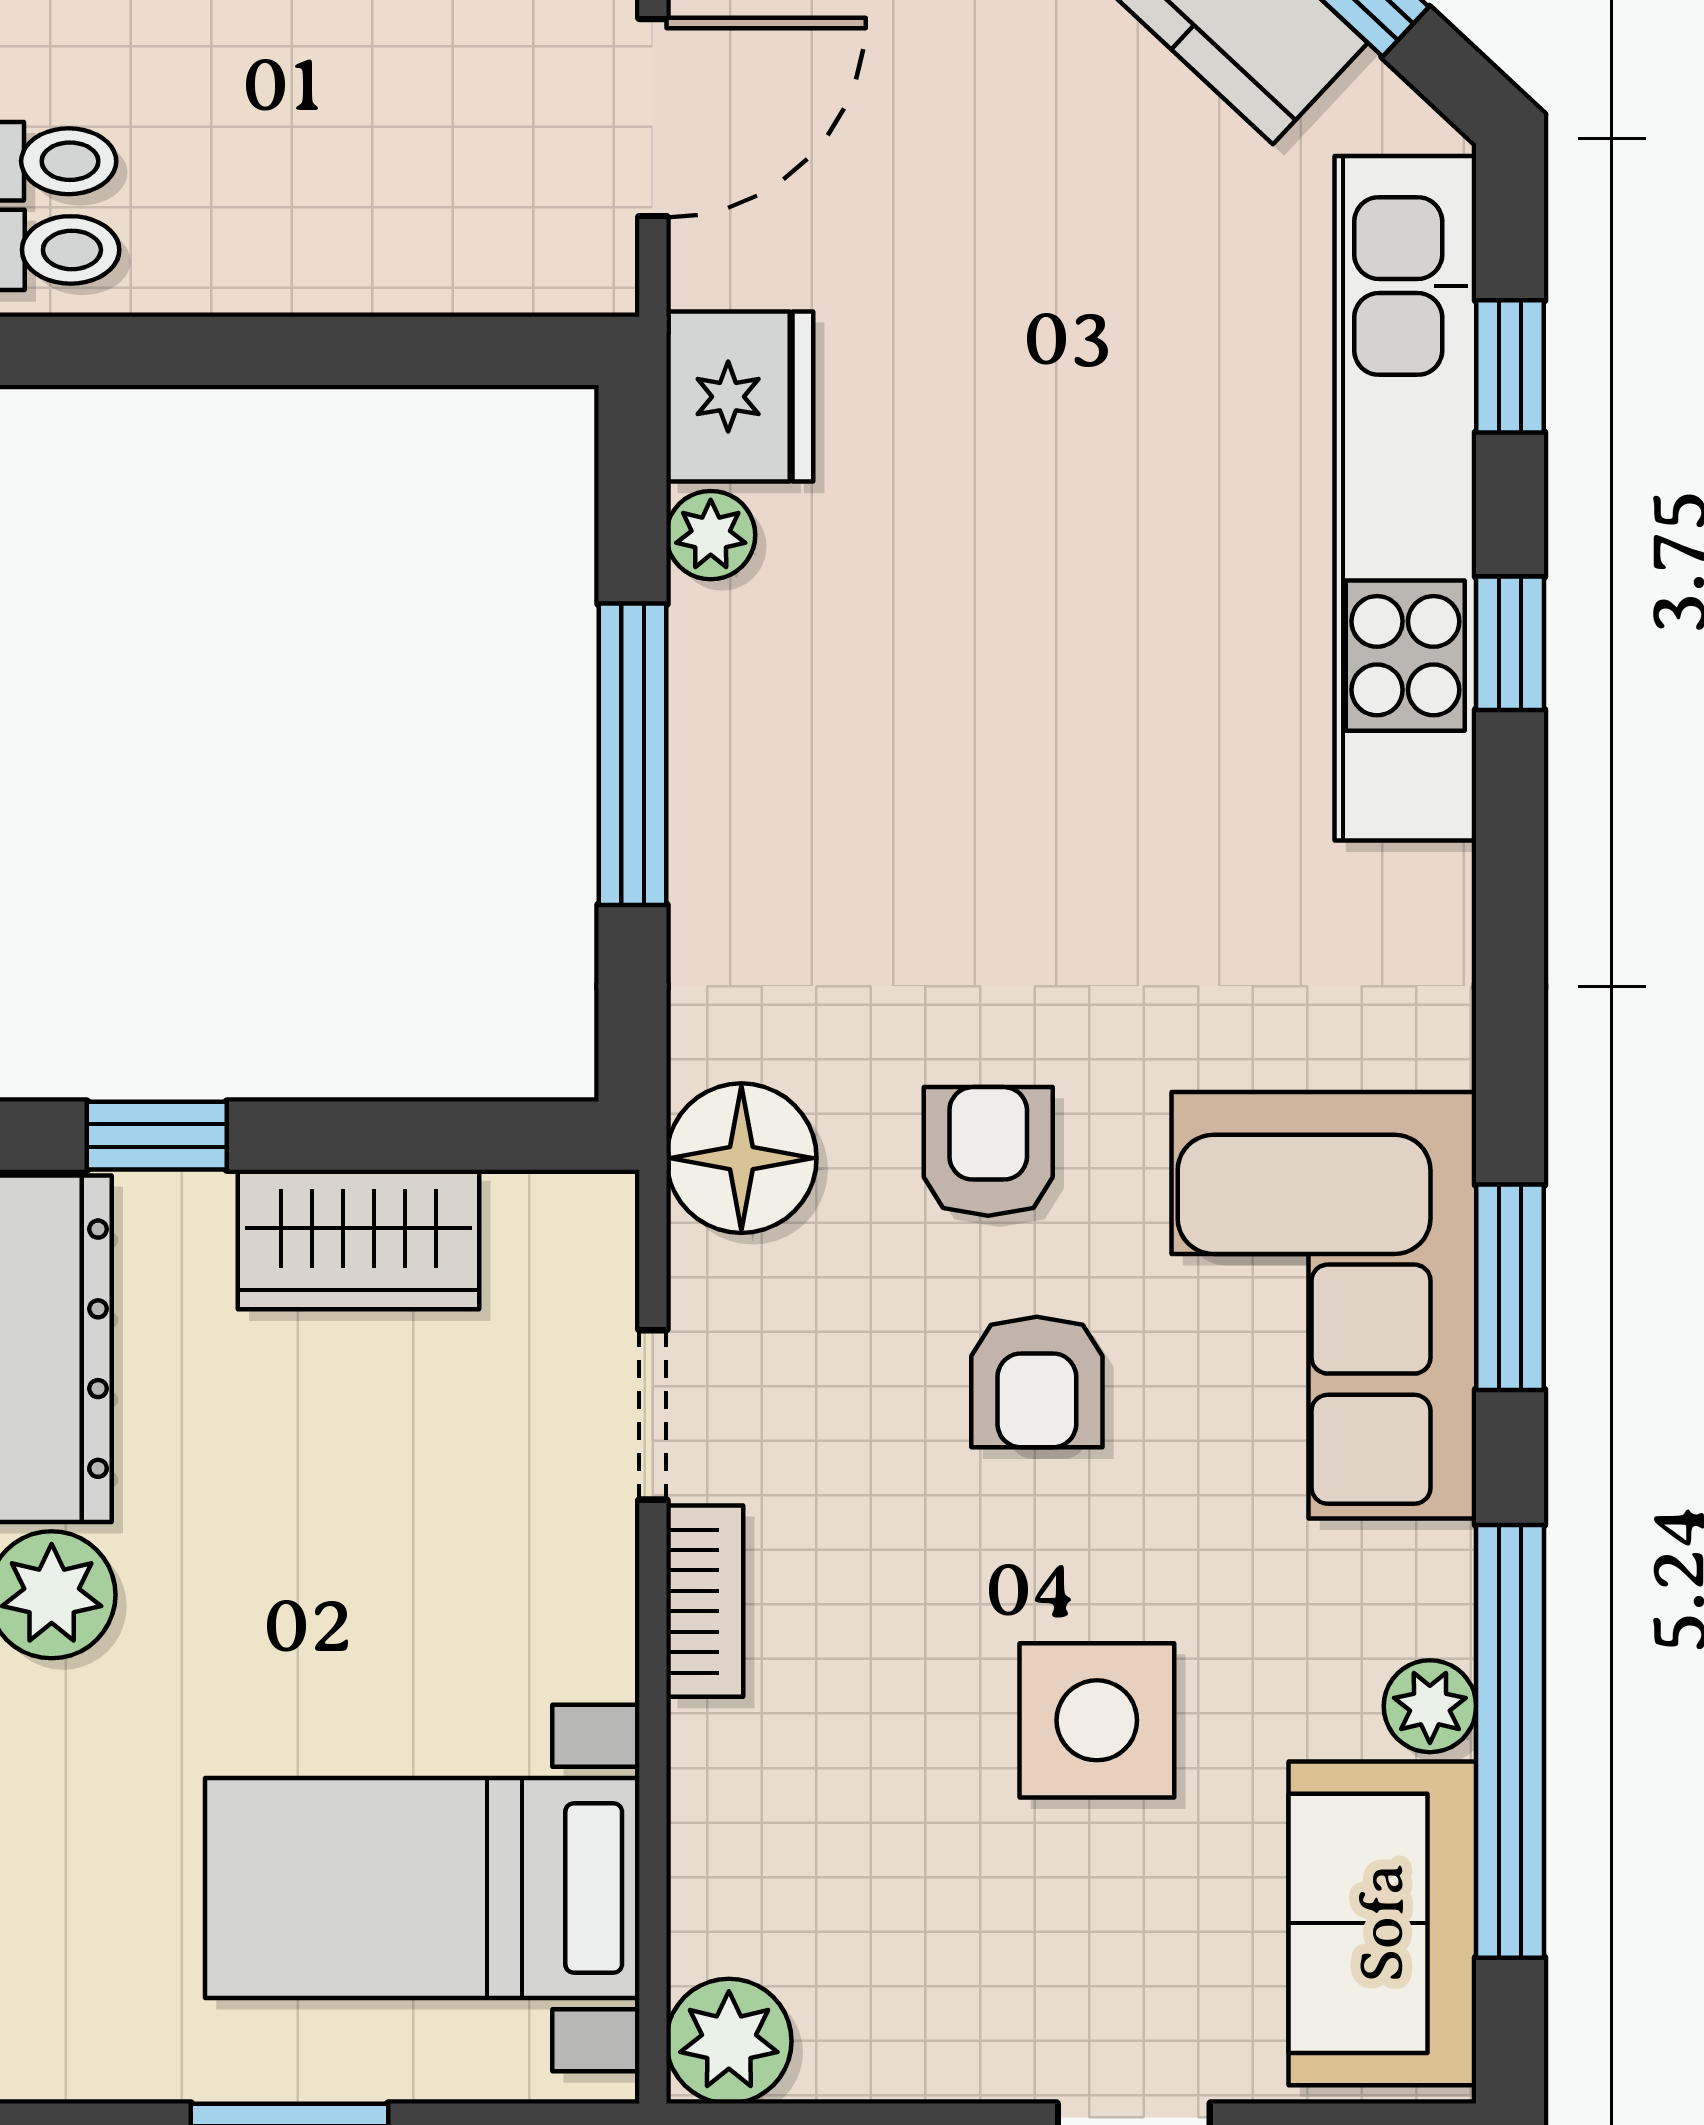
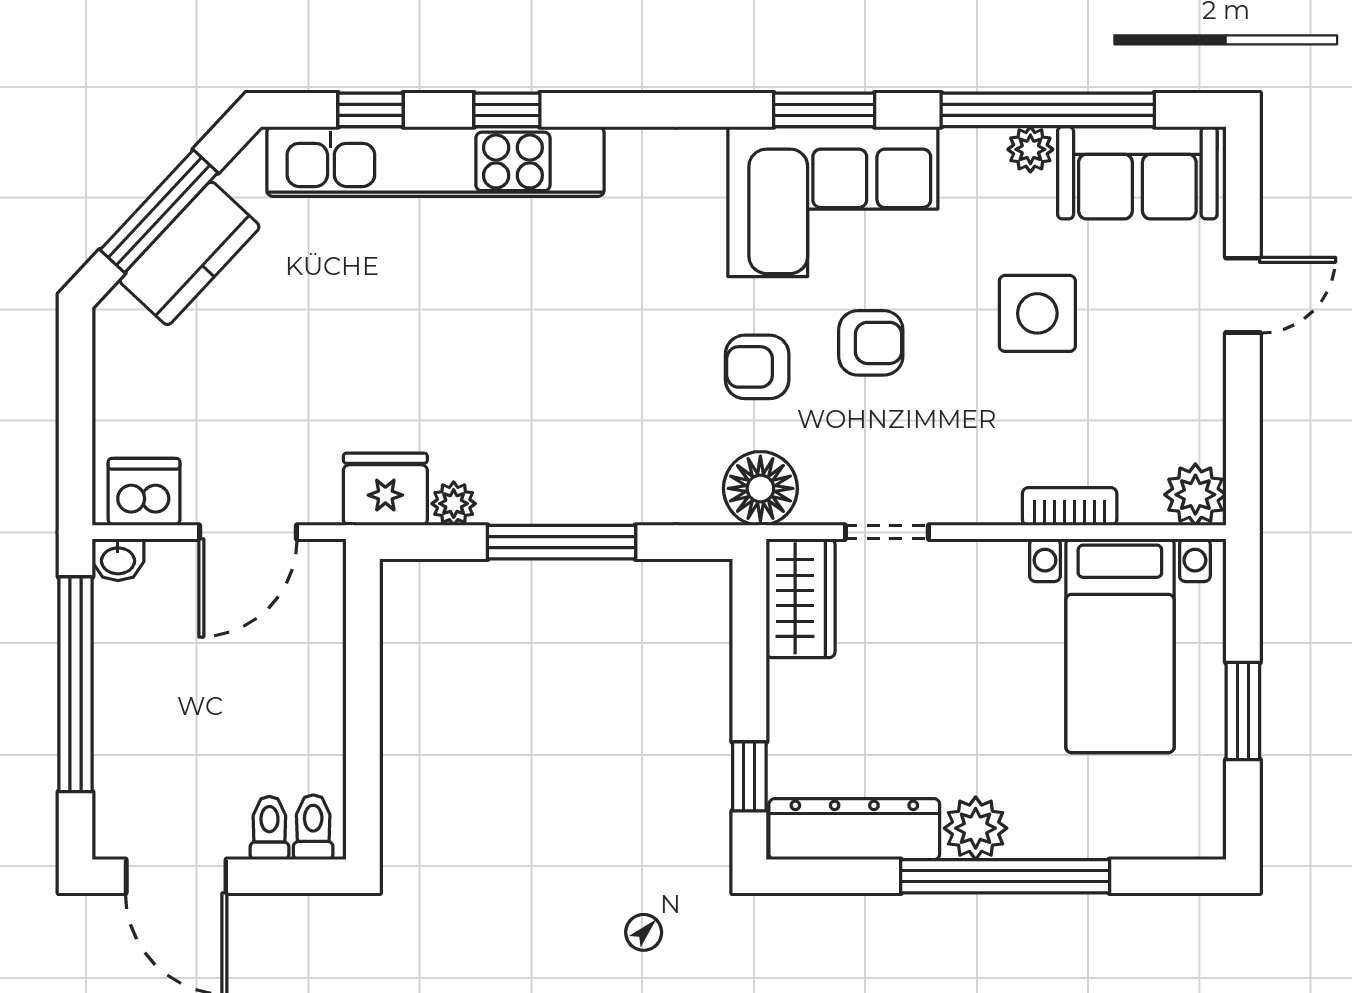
door: (653, 118) -> (248, 532), swing flipped
wardrobe: (358, 1240) -> (801, 598), moved
bookcase: (705, 1601) -> (1070, 507), moved

